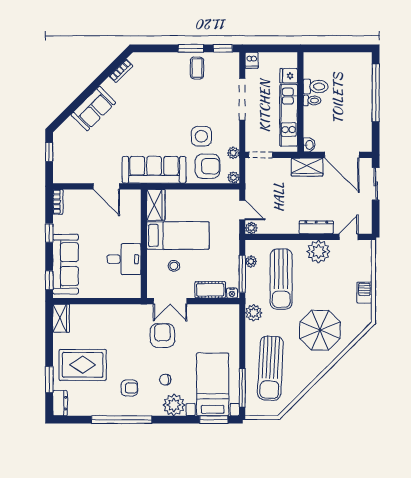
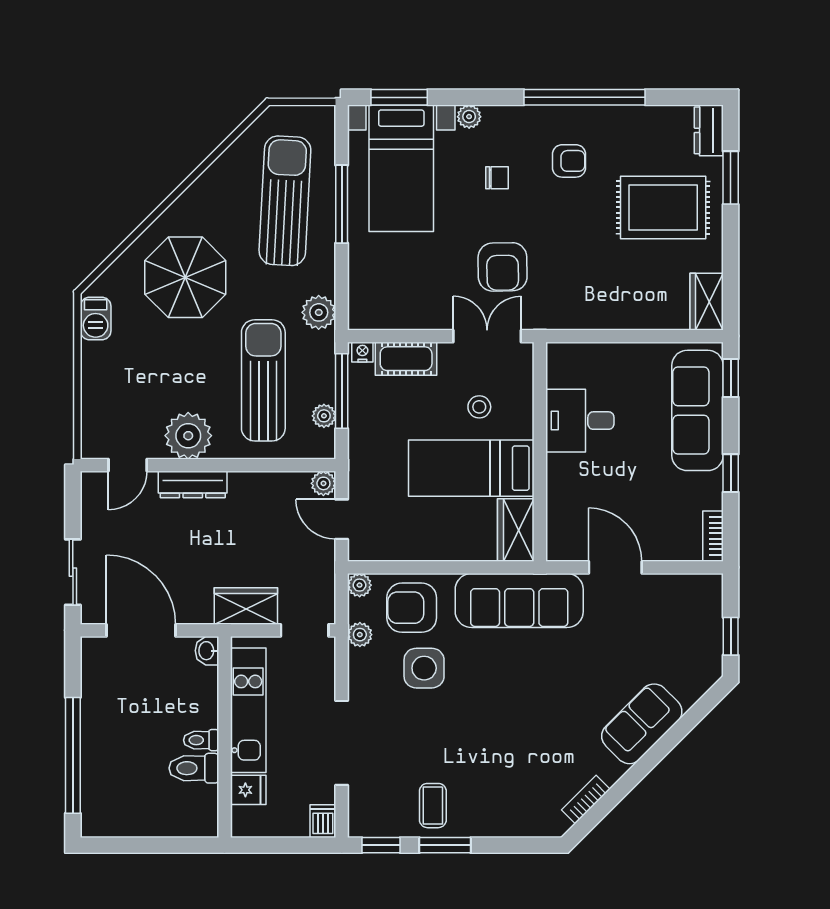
wardrobe: (307, 167) -> (246, 606), moved
barbecue: (364, 293) -> (96, 319), moved
armchair: (129, 388) -> (569, 161), turned 180
window: (242, 388) -> (342, 204), moved
plant: (174, 405) -> (469, 117), width x0.53, depth x0.53

